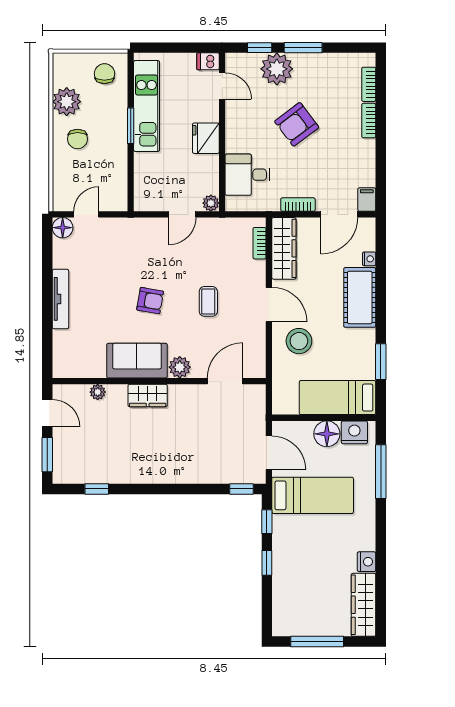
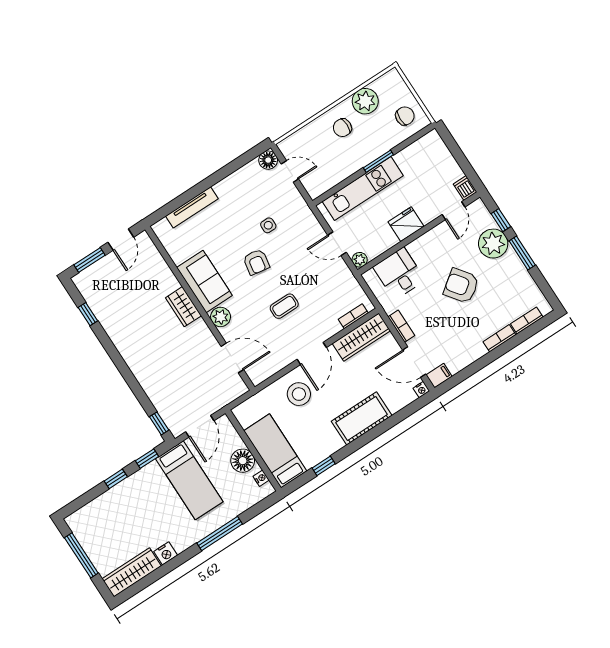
kitchen unit: (147, 106) -> (363, 189), moved
nightstand: (369, 259) -> (421, 390), moved
side table: (123, 267) -> (268, 225), added
tv unit: (60, 299) -> (192, 207), moved
window: (381, 362) -> (324, 466), width x0.67
plant: (98, 392) -> (161, 267), removed
nightstand: (354, 432) -> (261, 478), width x0.53, depth x0.56
window: (381, 472) -> (220, 534), moved

